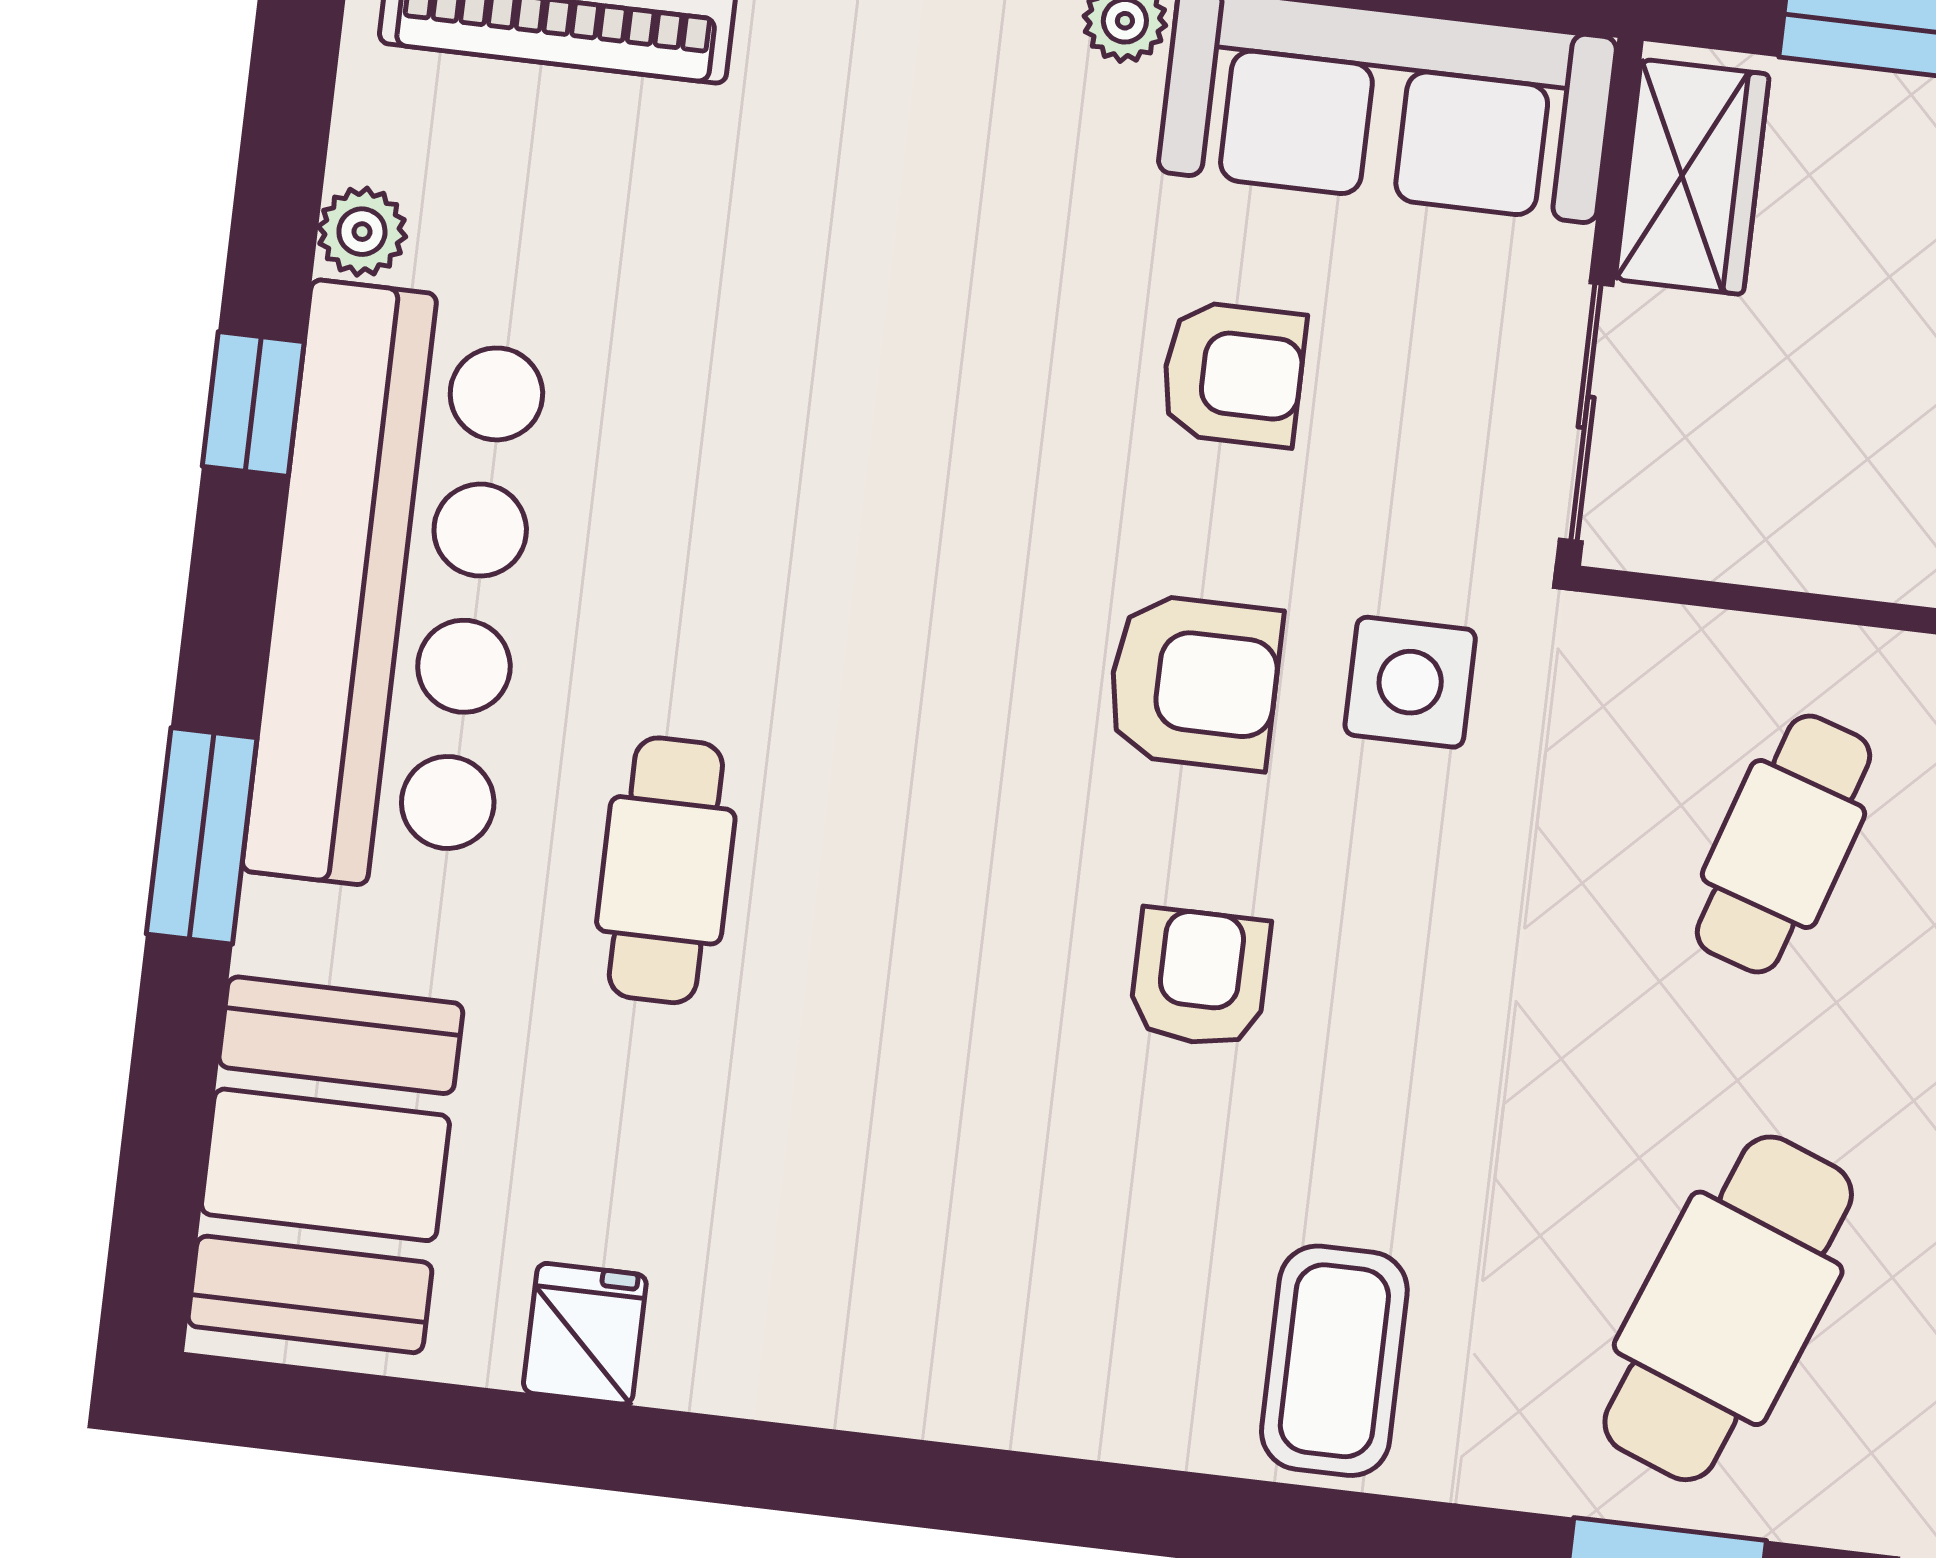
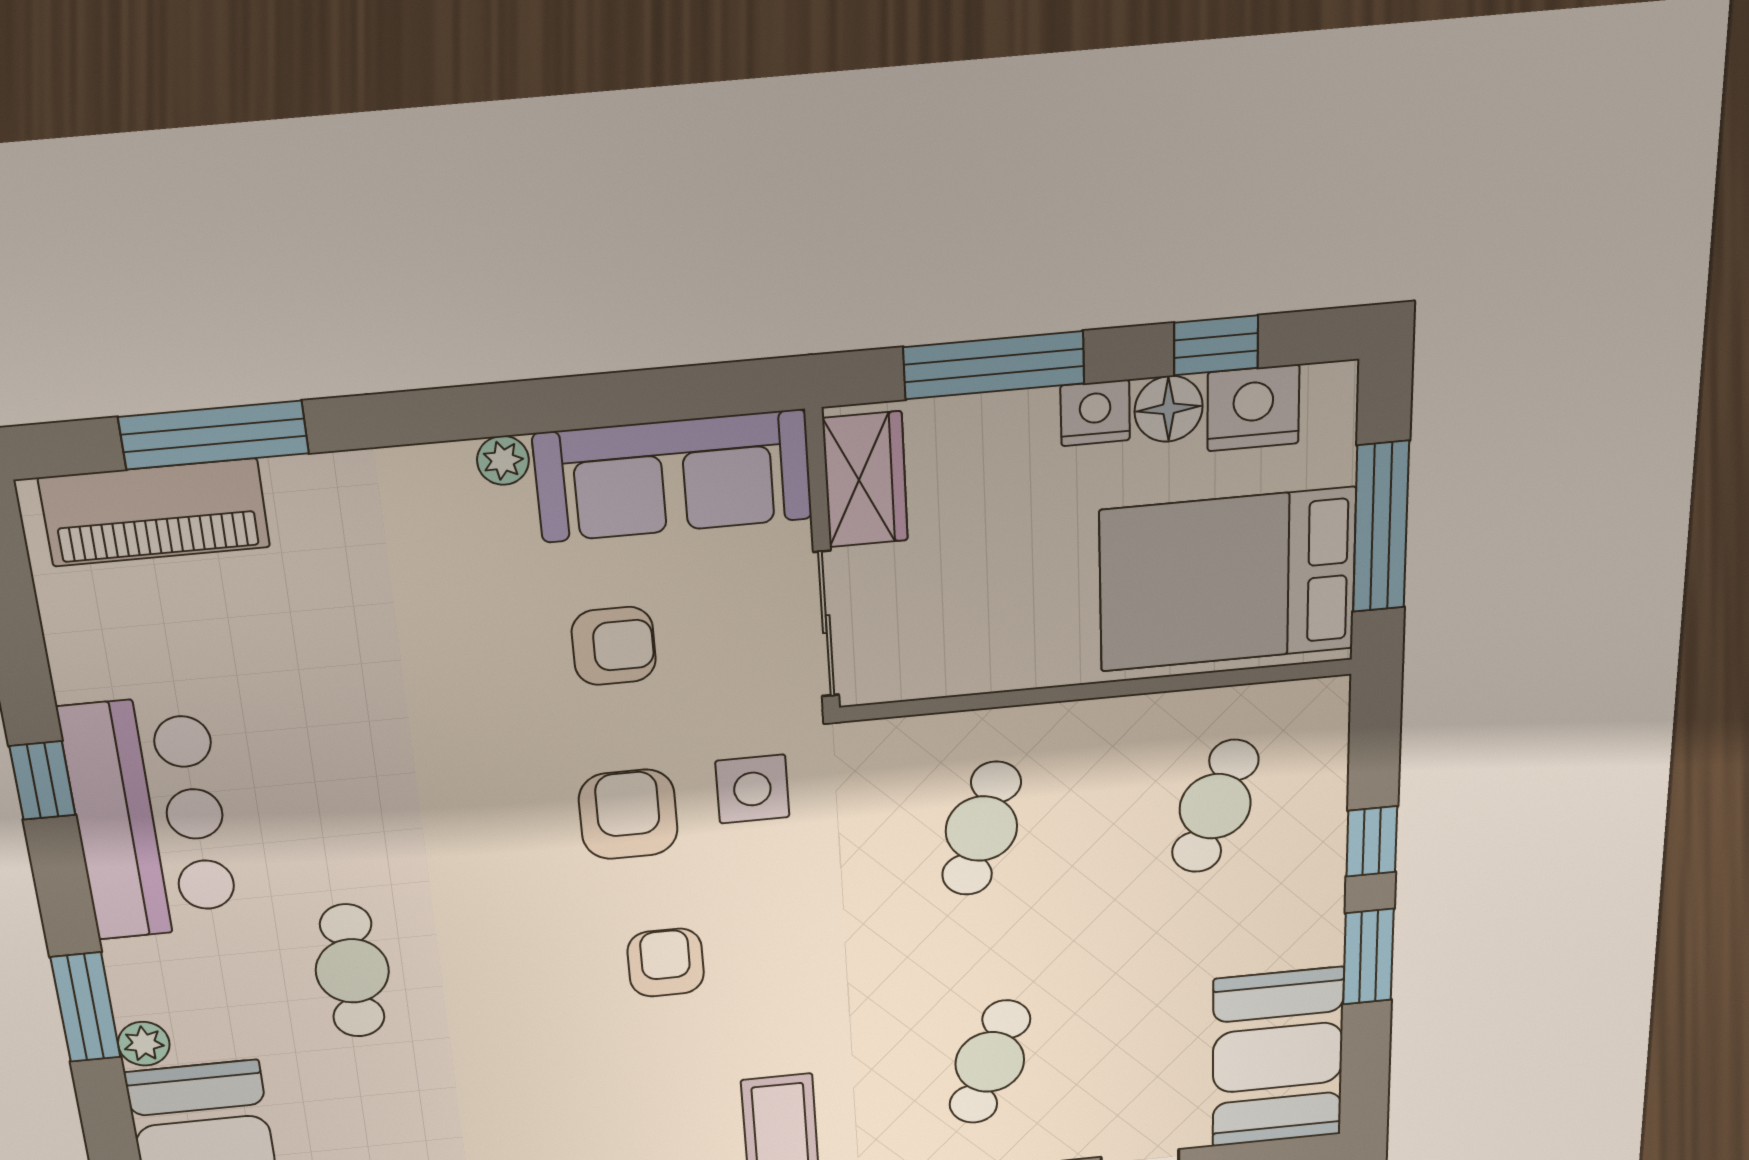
plant: (362, 232) -> (144, 1044), moved
bar counter: (397, 589) -> (150, 818), width x0.73
armchair: (1194, 682) -> (628, 814), turned -90
cafe table: (1728, 1308) -> (990, 1062), width x0.73, depth x0.74

